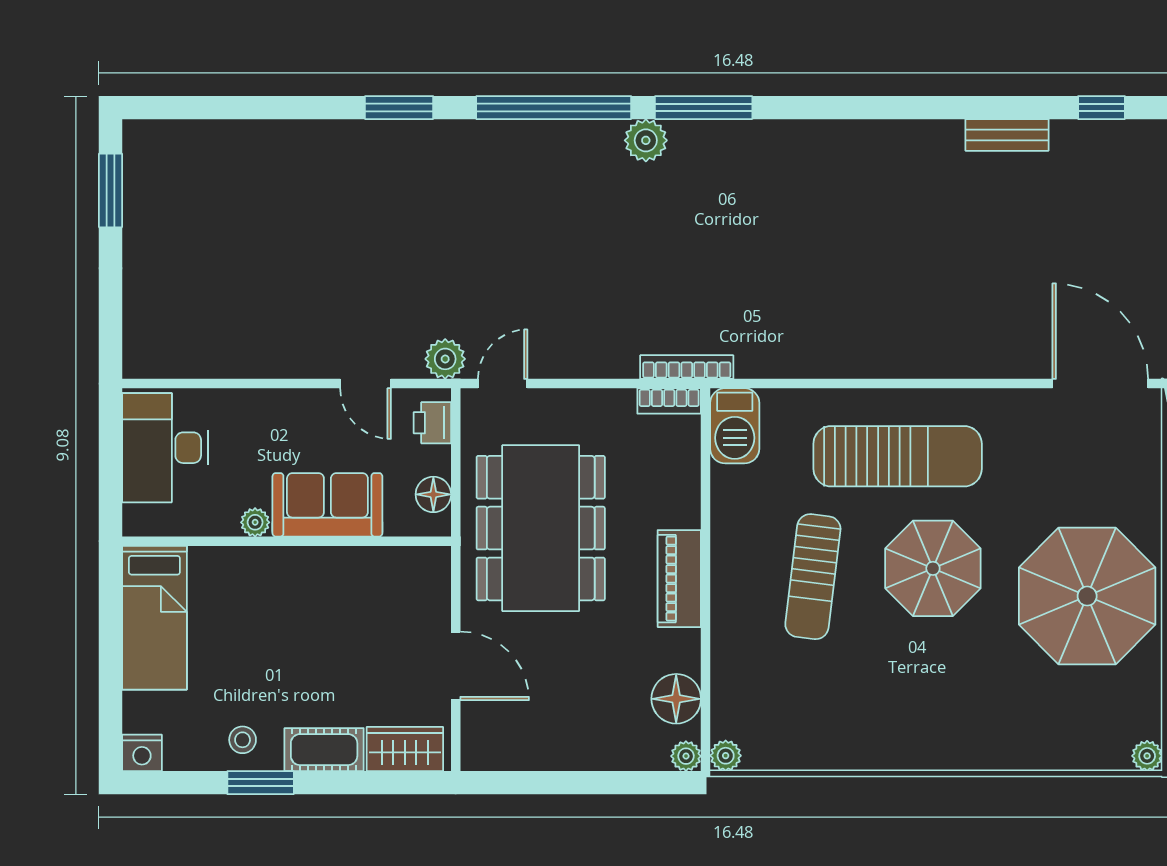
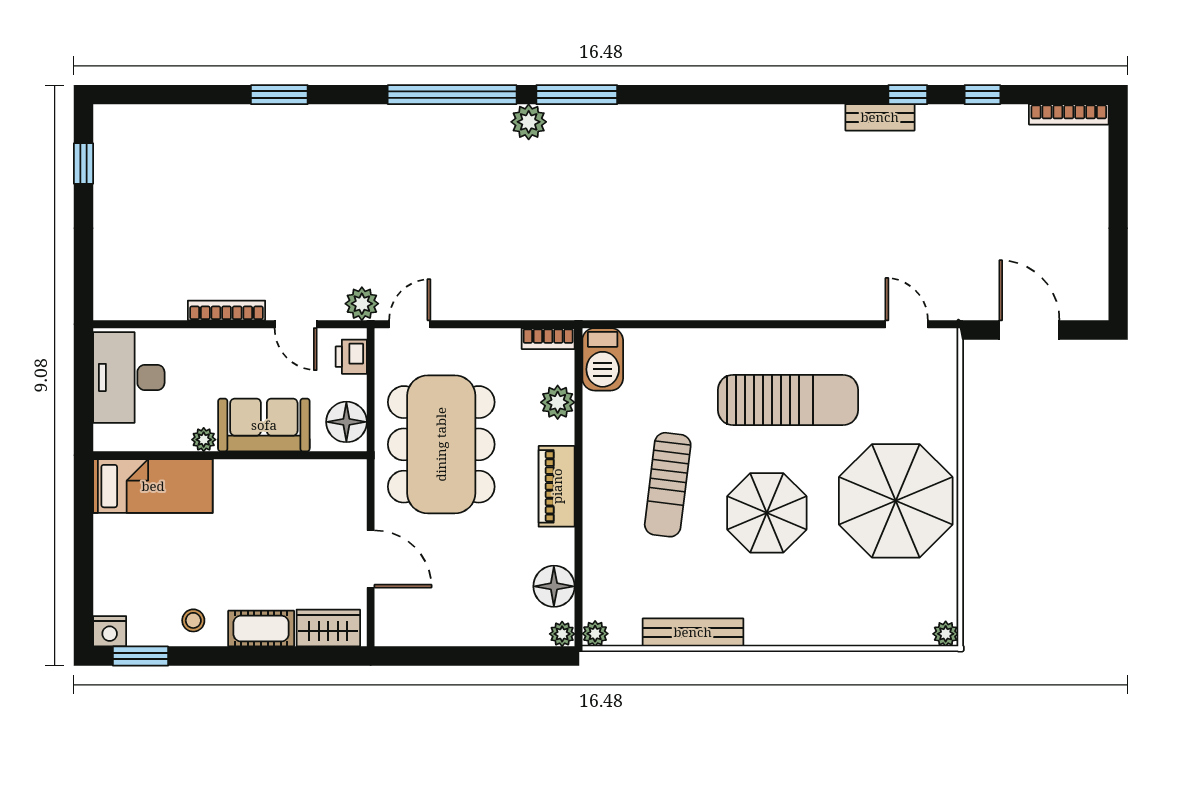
window: (399, 108) -> (279, 95), moved
bench: (1007, 135) -> (880, 117), moved
window: (111, 190) -> (83, 163), width x0.67
bookcase: (687, 367) -> (227, 310), moved
door: (1100, 384) -> (907, 324), width x0.53
sun lounger: (898, 456) -> (788, 400), moved
plant: (681, 478) -> (558, 402), added
floor lamp: (433, 494) -> (346, 422), width x1.38, depth x1.38
parasol: (933, 568) -> (767, 513), moved
bed: (154, 618) -> (153, 486), moved, turned -90
bench: (843, 754) -> (693, 632), added
window: (261, 783) -> (141, 656), moved

